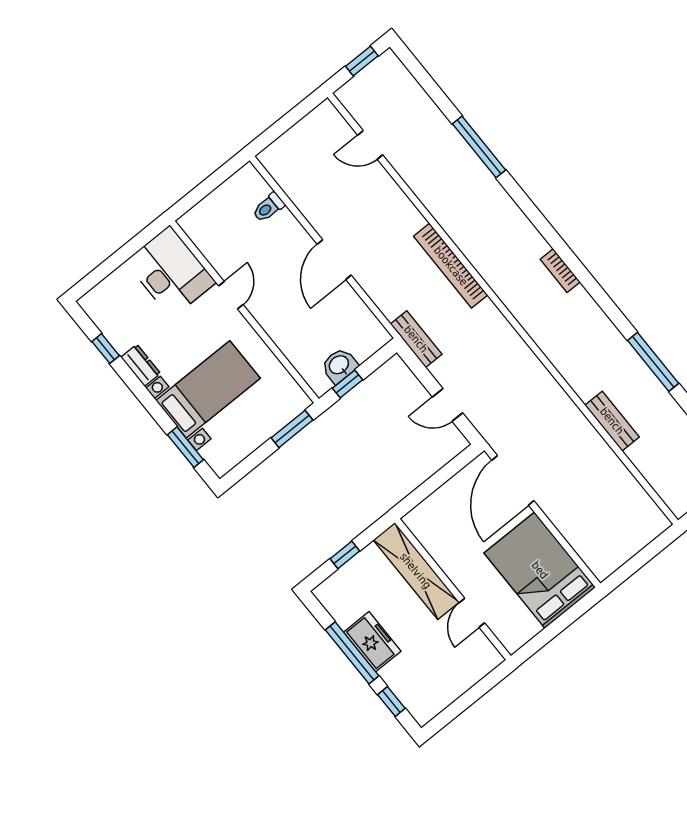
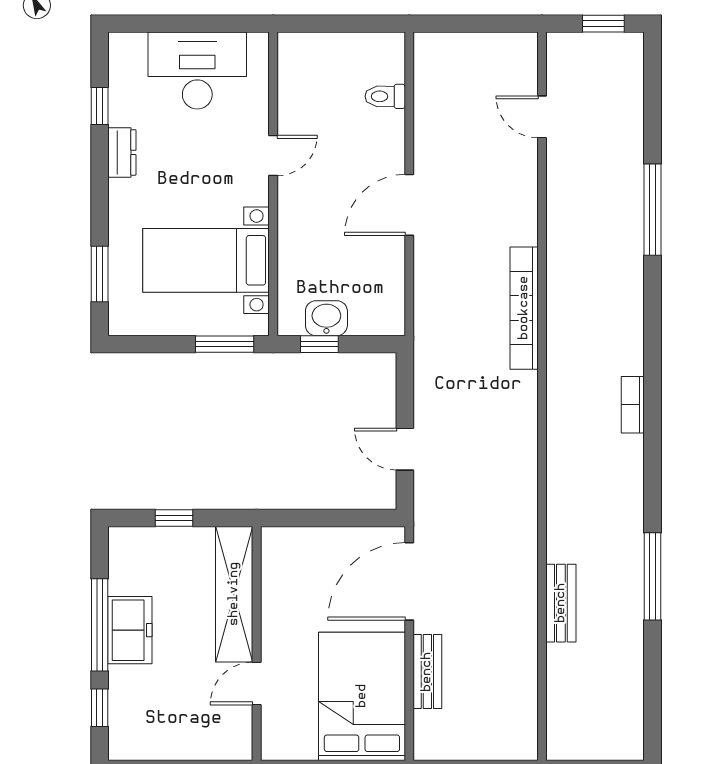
desk: (171, 272) -> (197, 70), moved, turned -90
bench: (416, 339) -> (427, 672), moved
bed with nightstands: (208, 389) -> (206, 260), moved, turned 180

